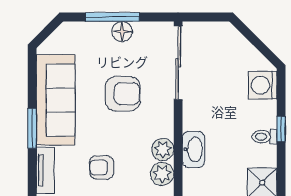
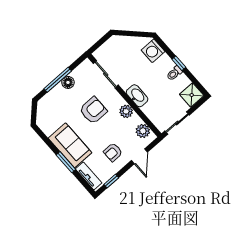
sliding door: (178, 63) -> (106, 74), width x0.73
sofa: (56, 100) -> (70, 145), width x0.73
washbasin: (193, 149) -> (137, 96), moved
plant: (163, 150) -> (126, 111), moved

